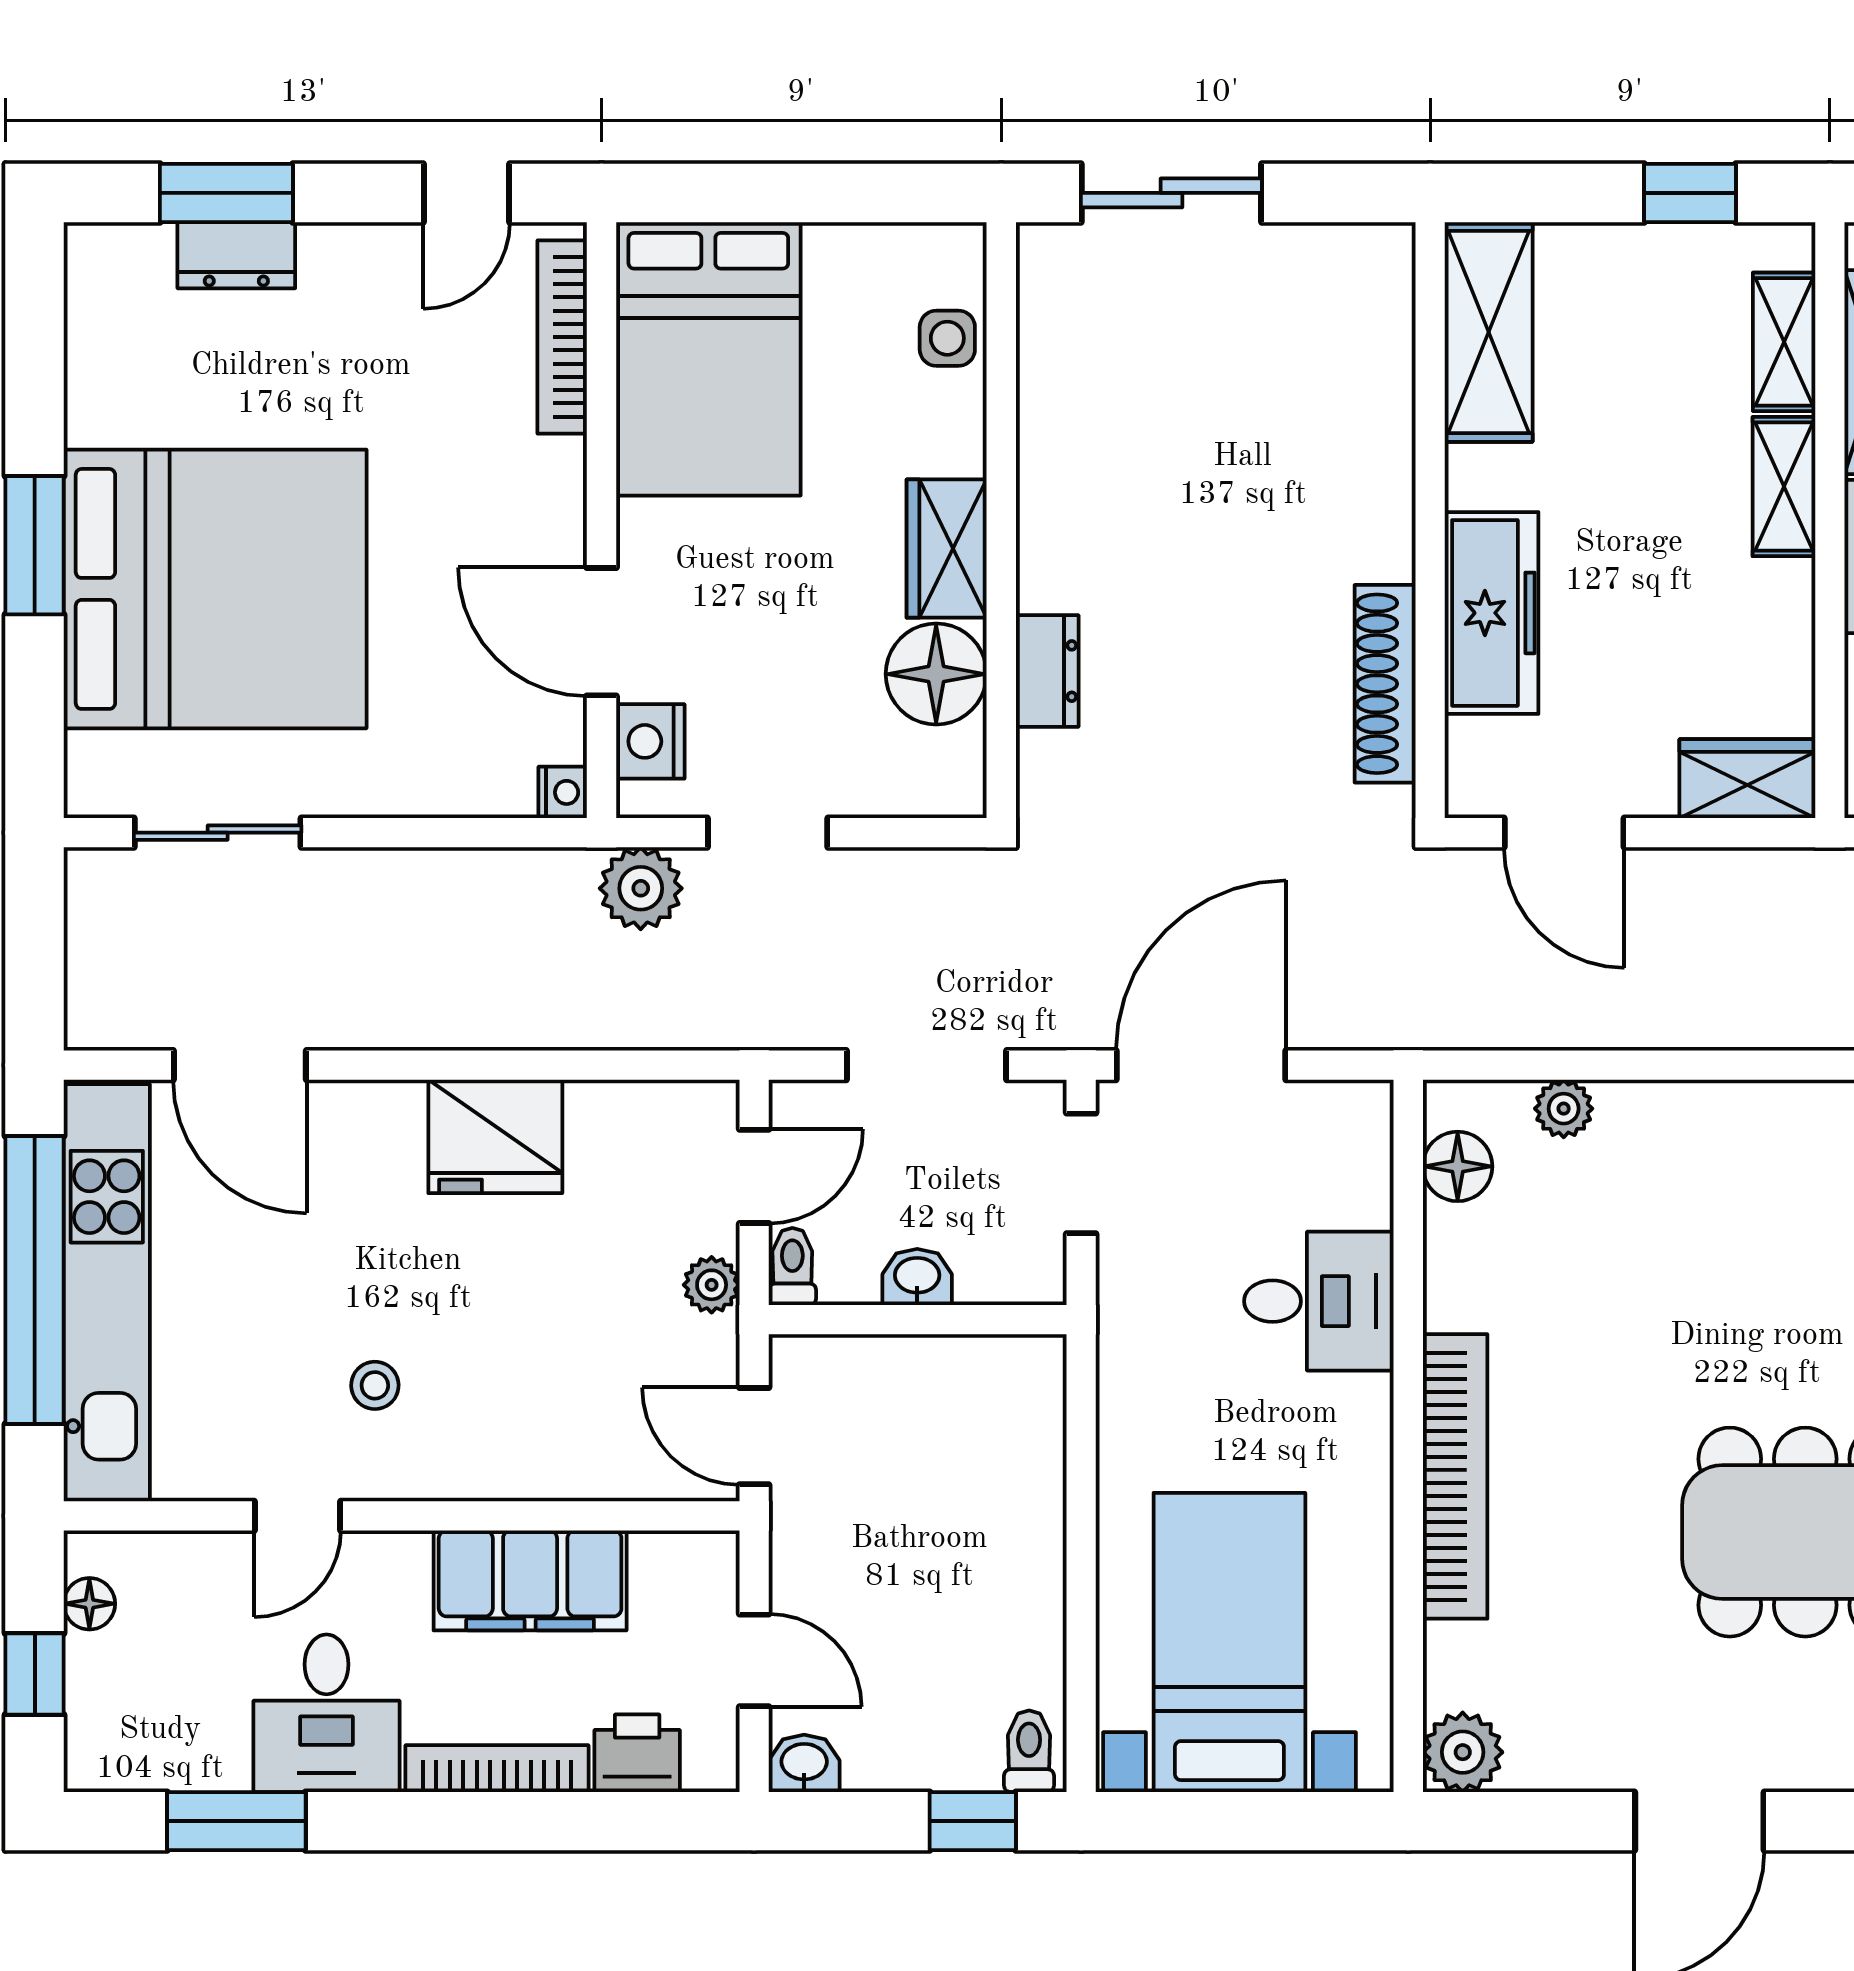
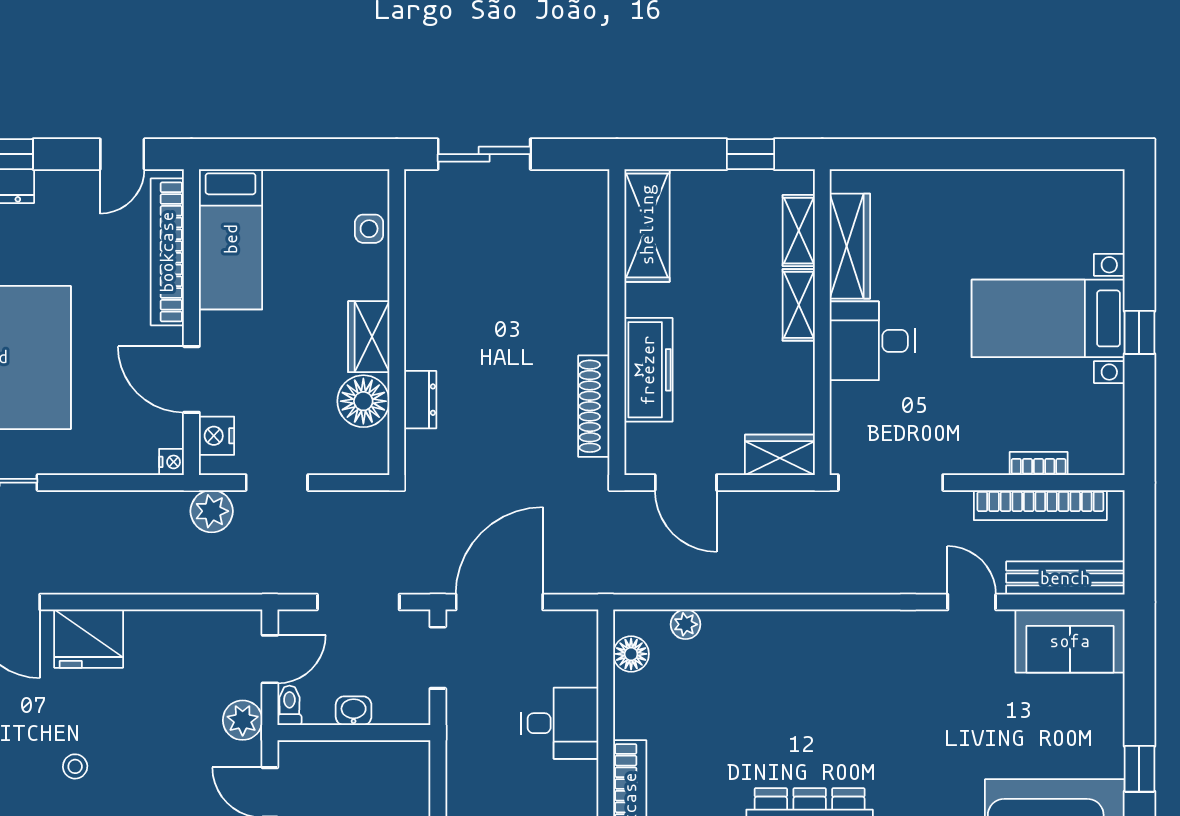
bookcase: (562, 337) -> (167, 252), width x1.48, depth x1.31
bed: (708, 359) -> (231, 239), width x0.67
fridge: (495, 1136) -> (89, 639), moved
plant: (712, 1285) -> (243, 720), width x1.38, depth x1.38

